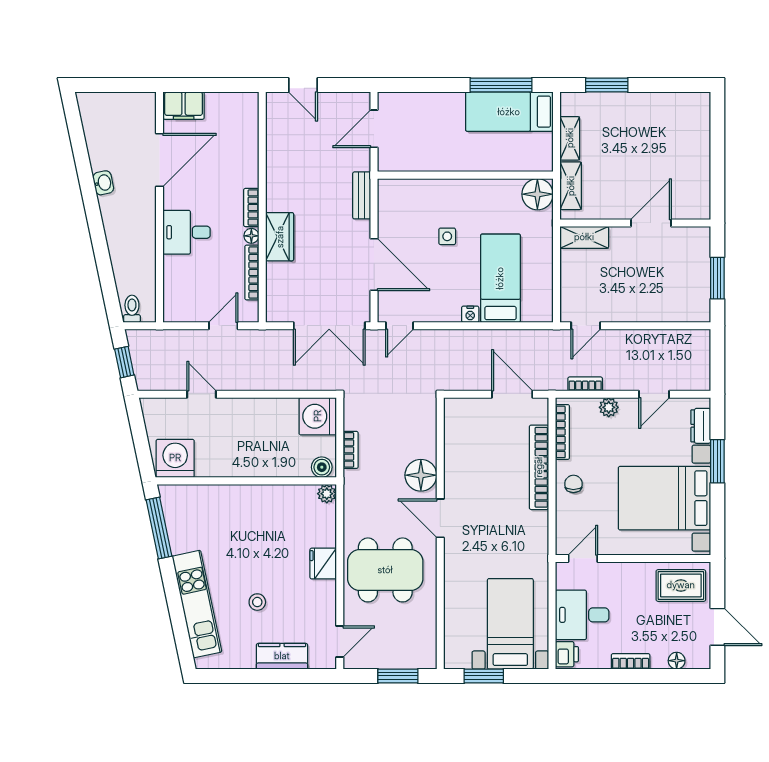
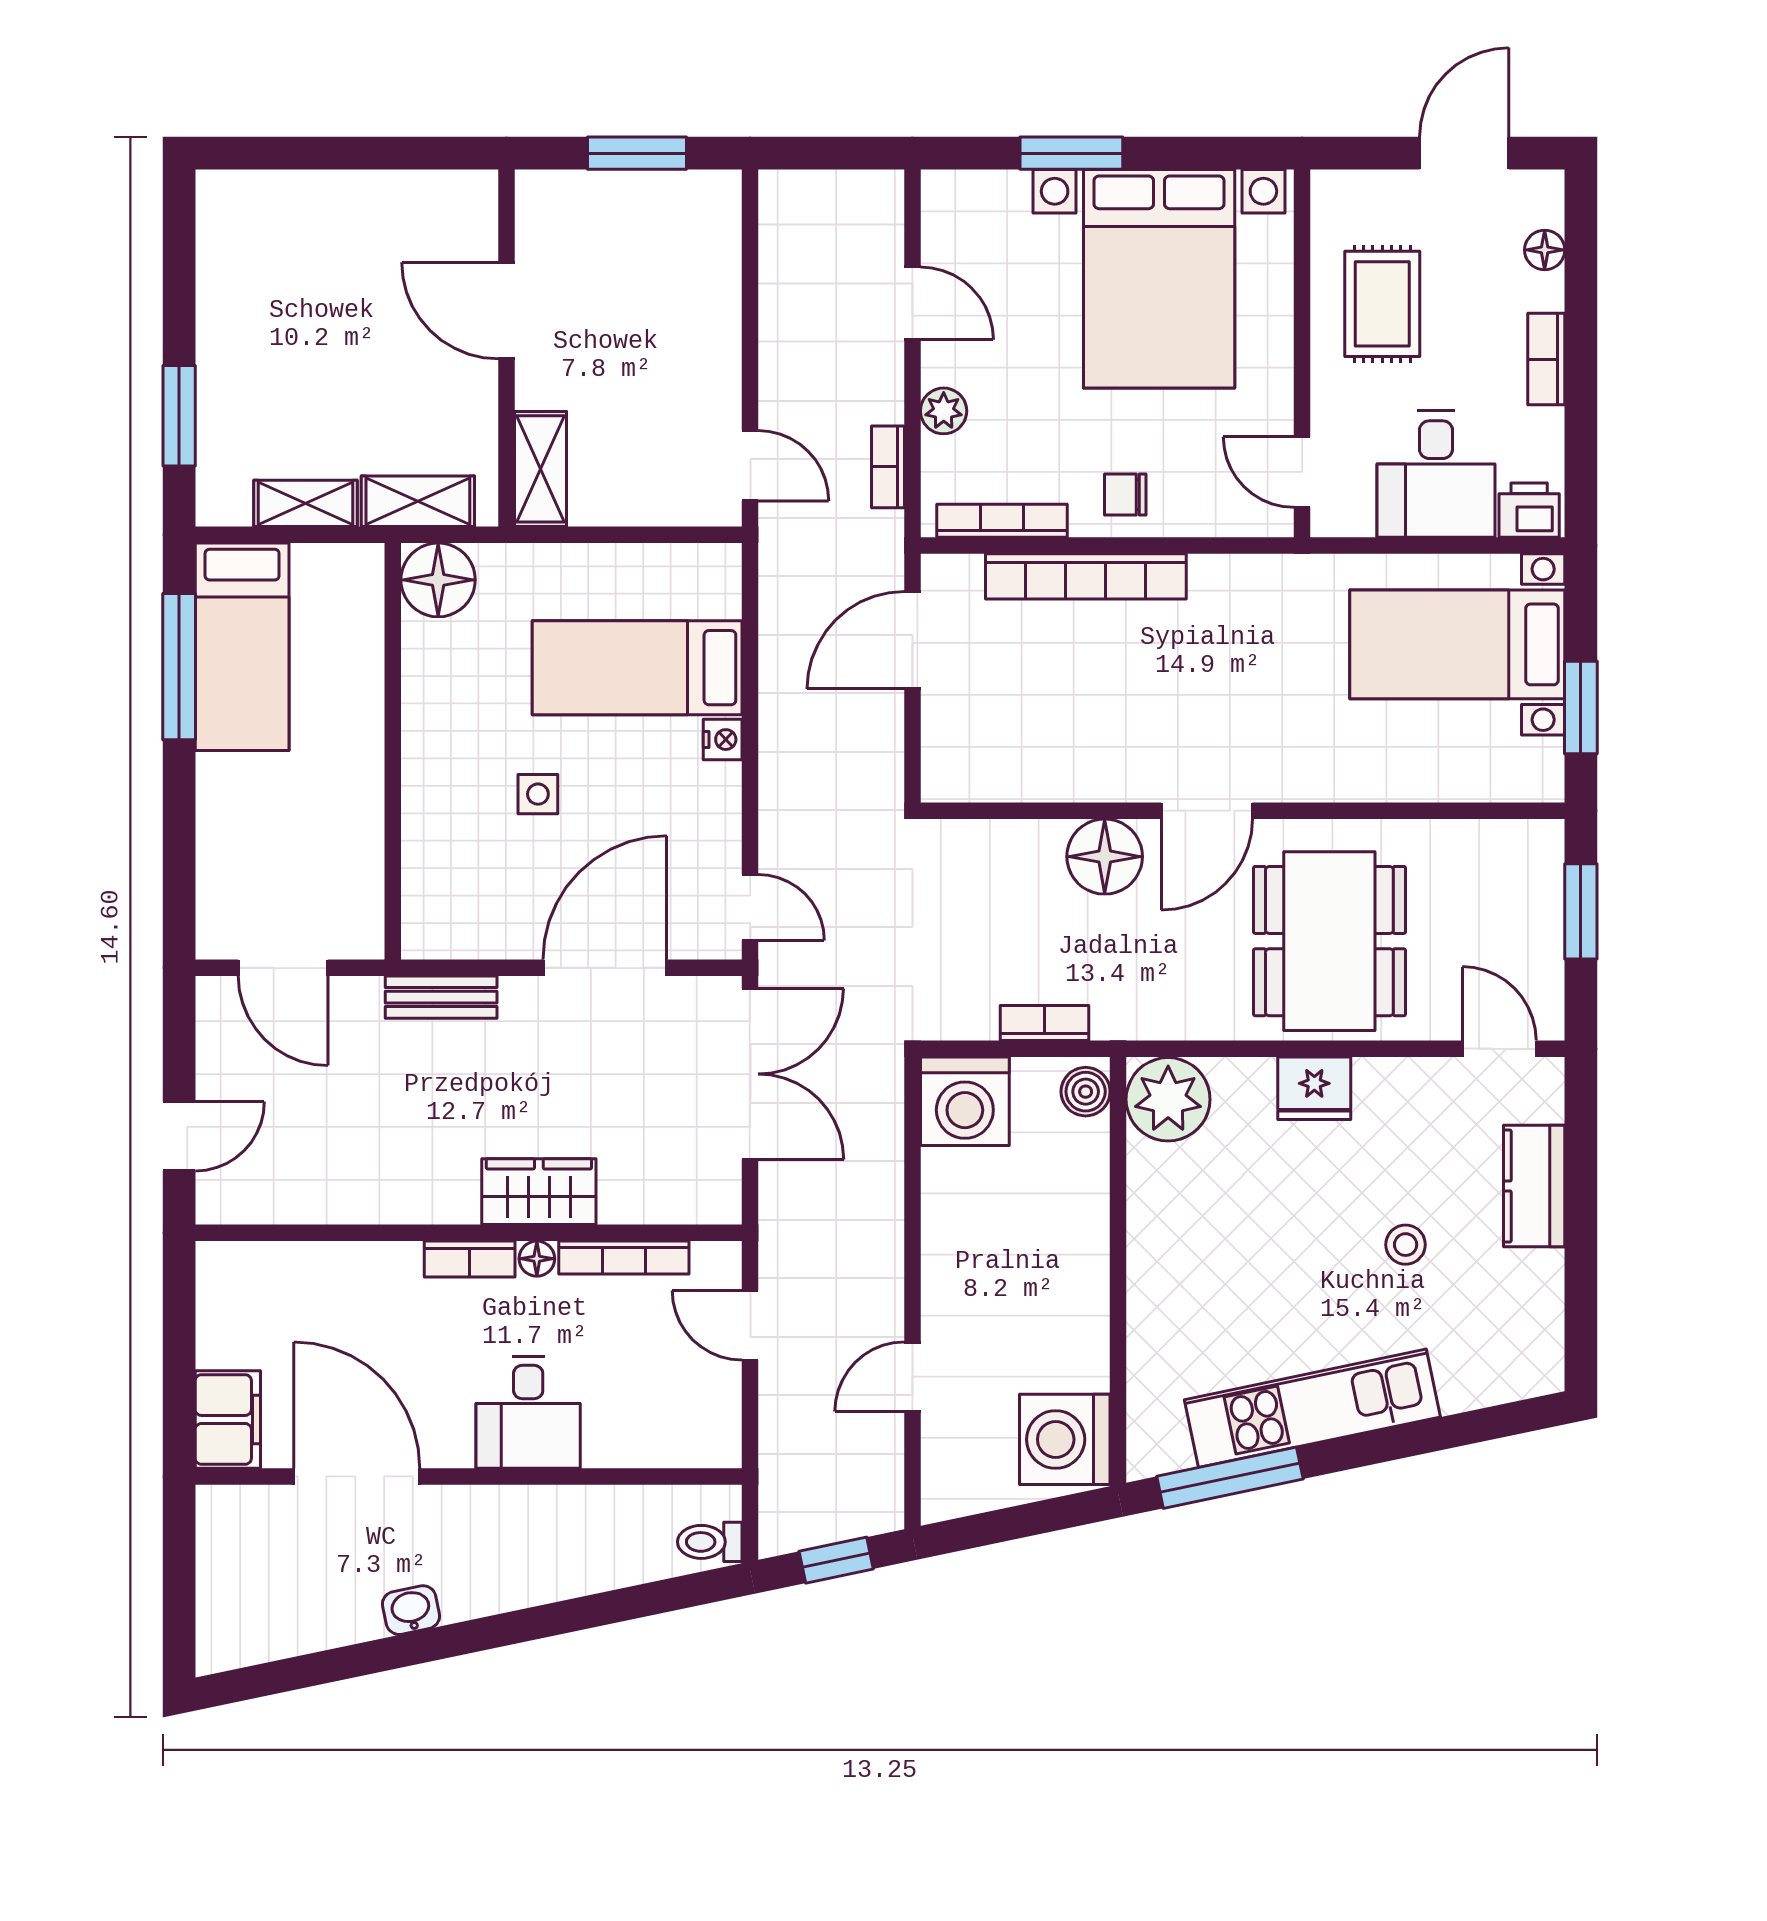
dresser: (701, 426) -> (988, 193), removed
plant: (327, 494) -> (1168, 1099), width x1.87, depth x1.87
rug: (681, 585) -> (1382, 304), moved
kitchen unit: (197, 604) -> (1312, 1408), moved

